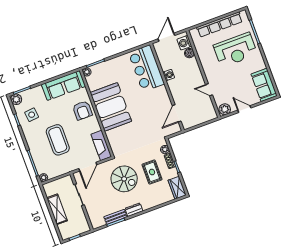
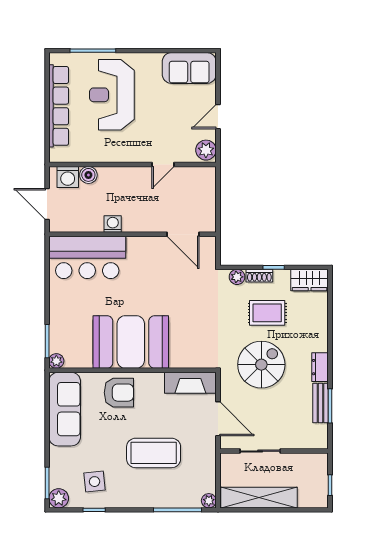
reception desk: (235, 50) -> (112, 95), turned 180
shelving: (57, 209) -> (259, 498), width x1.47

